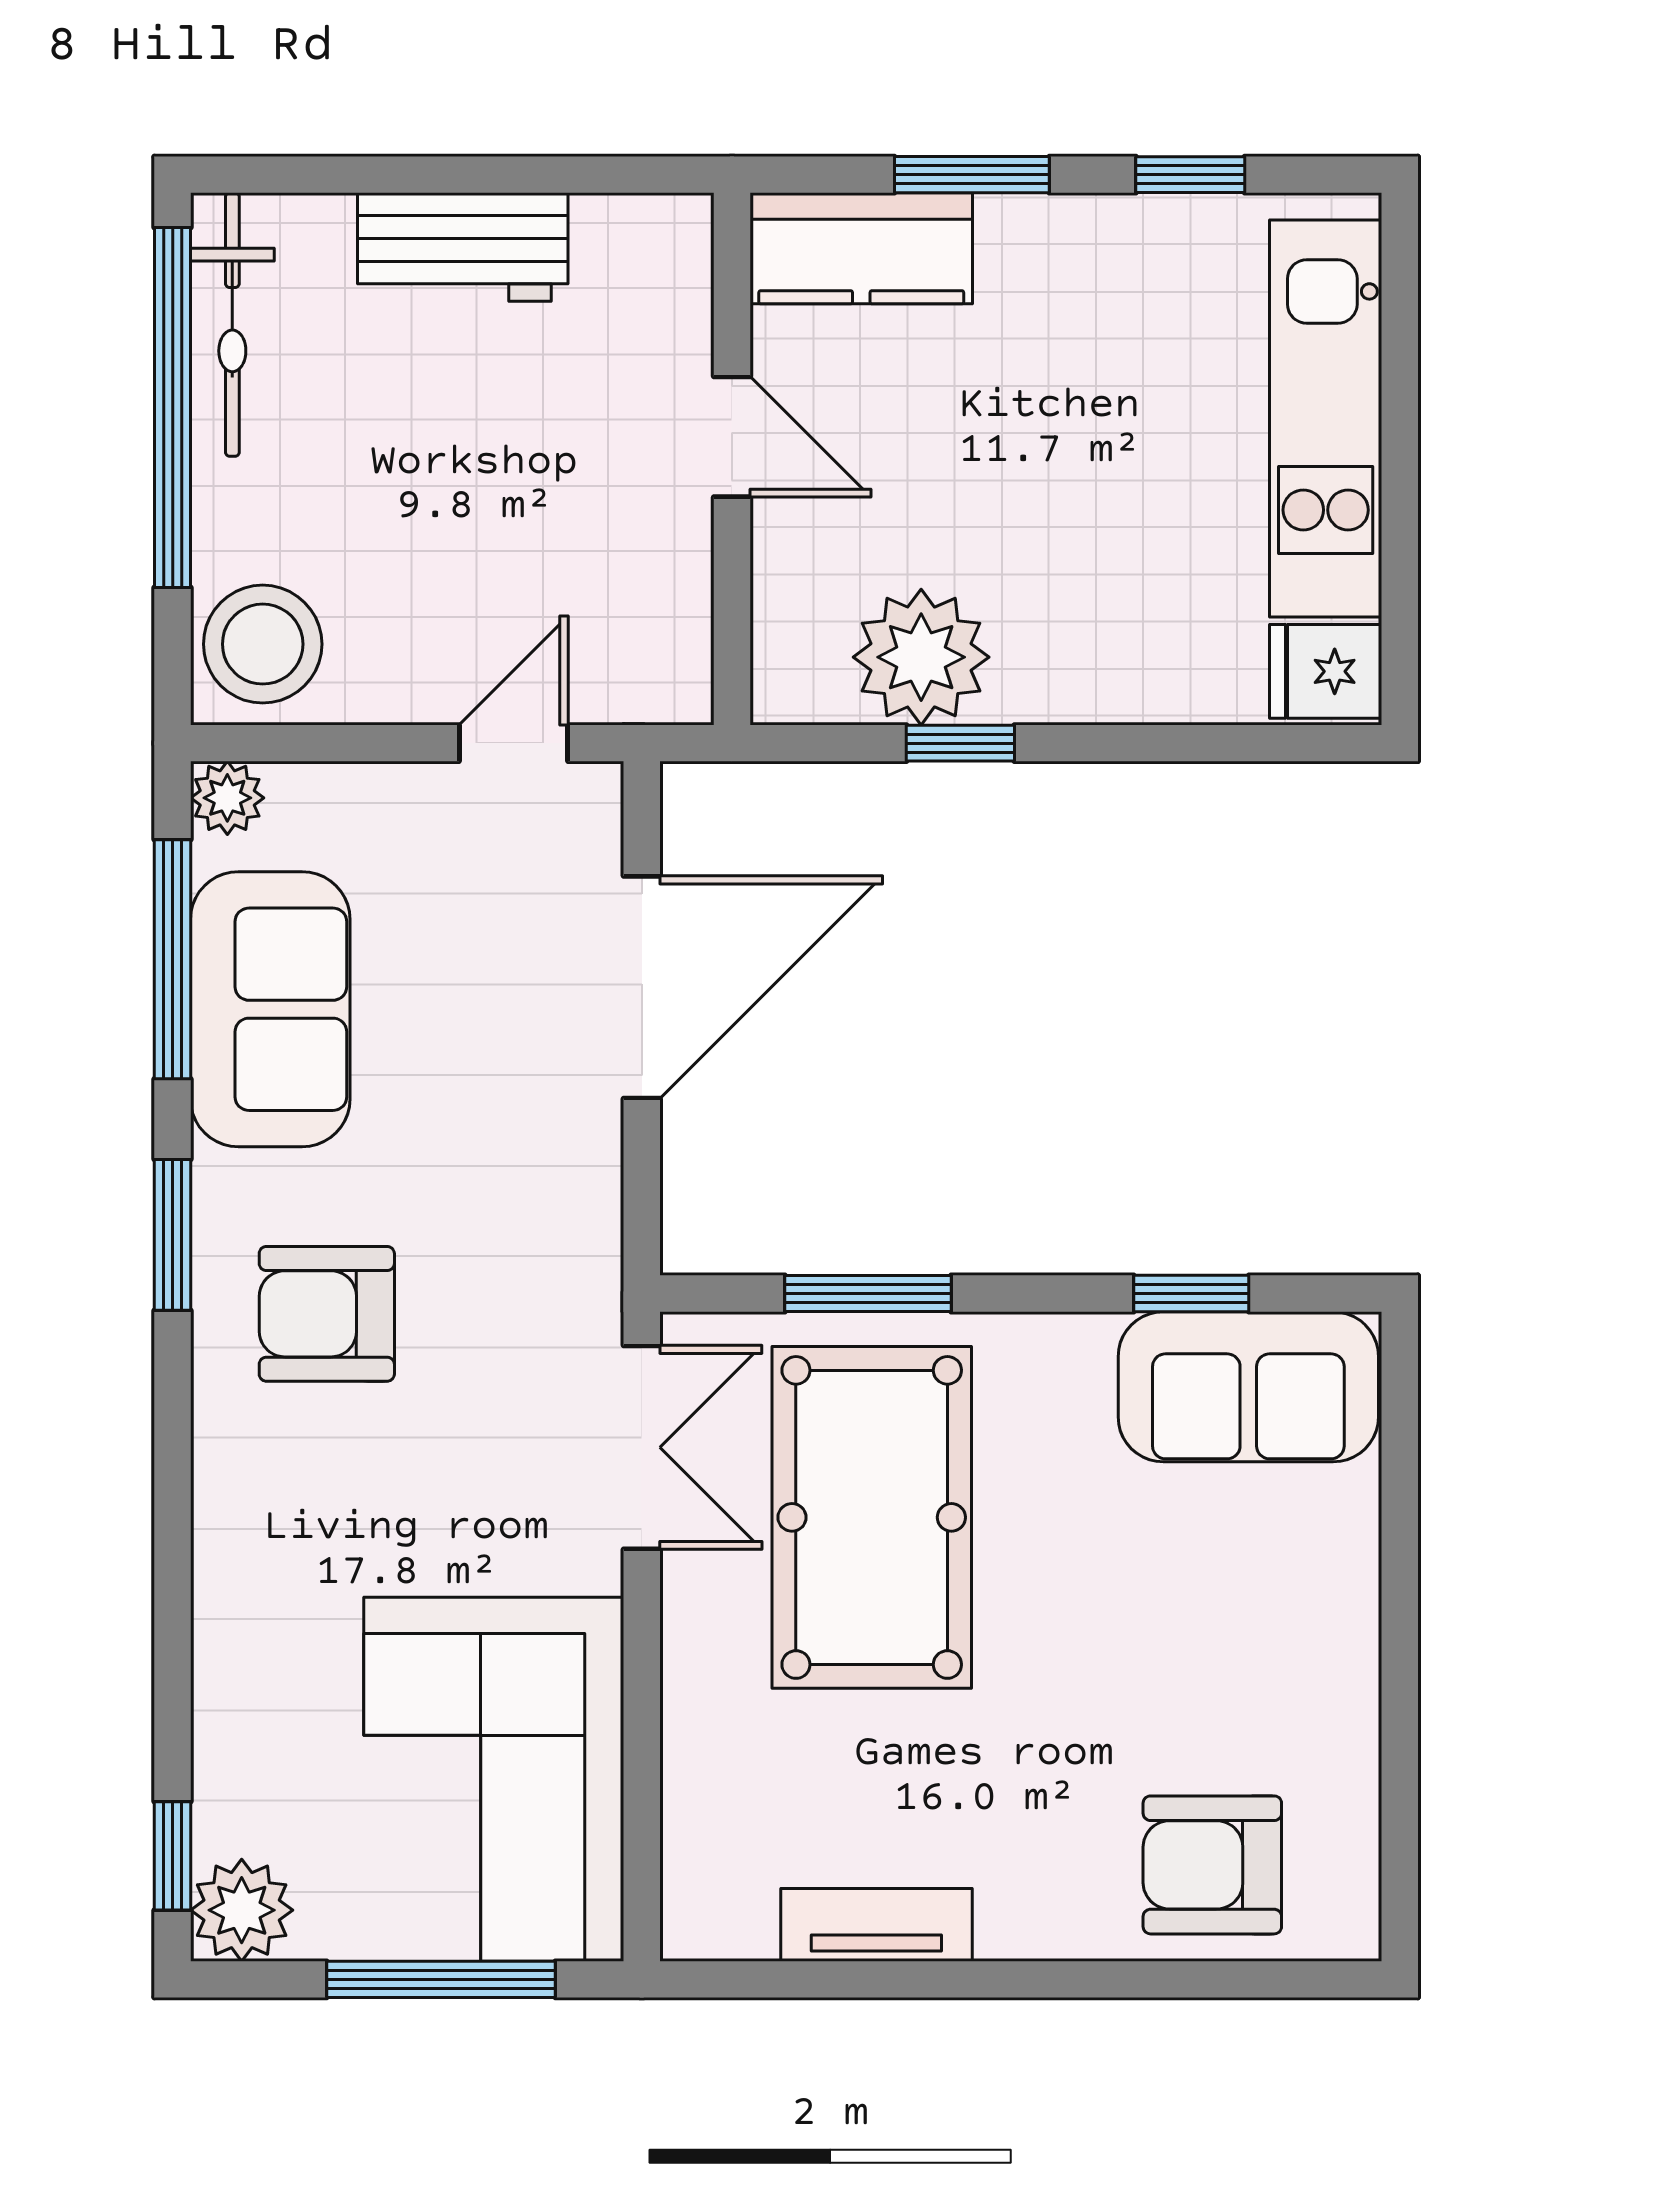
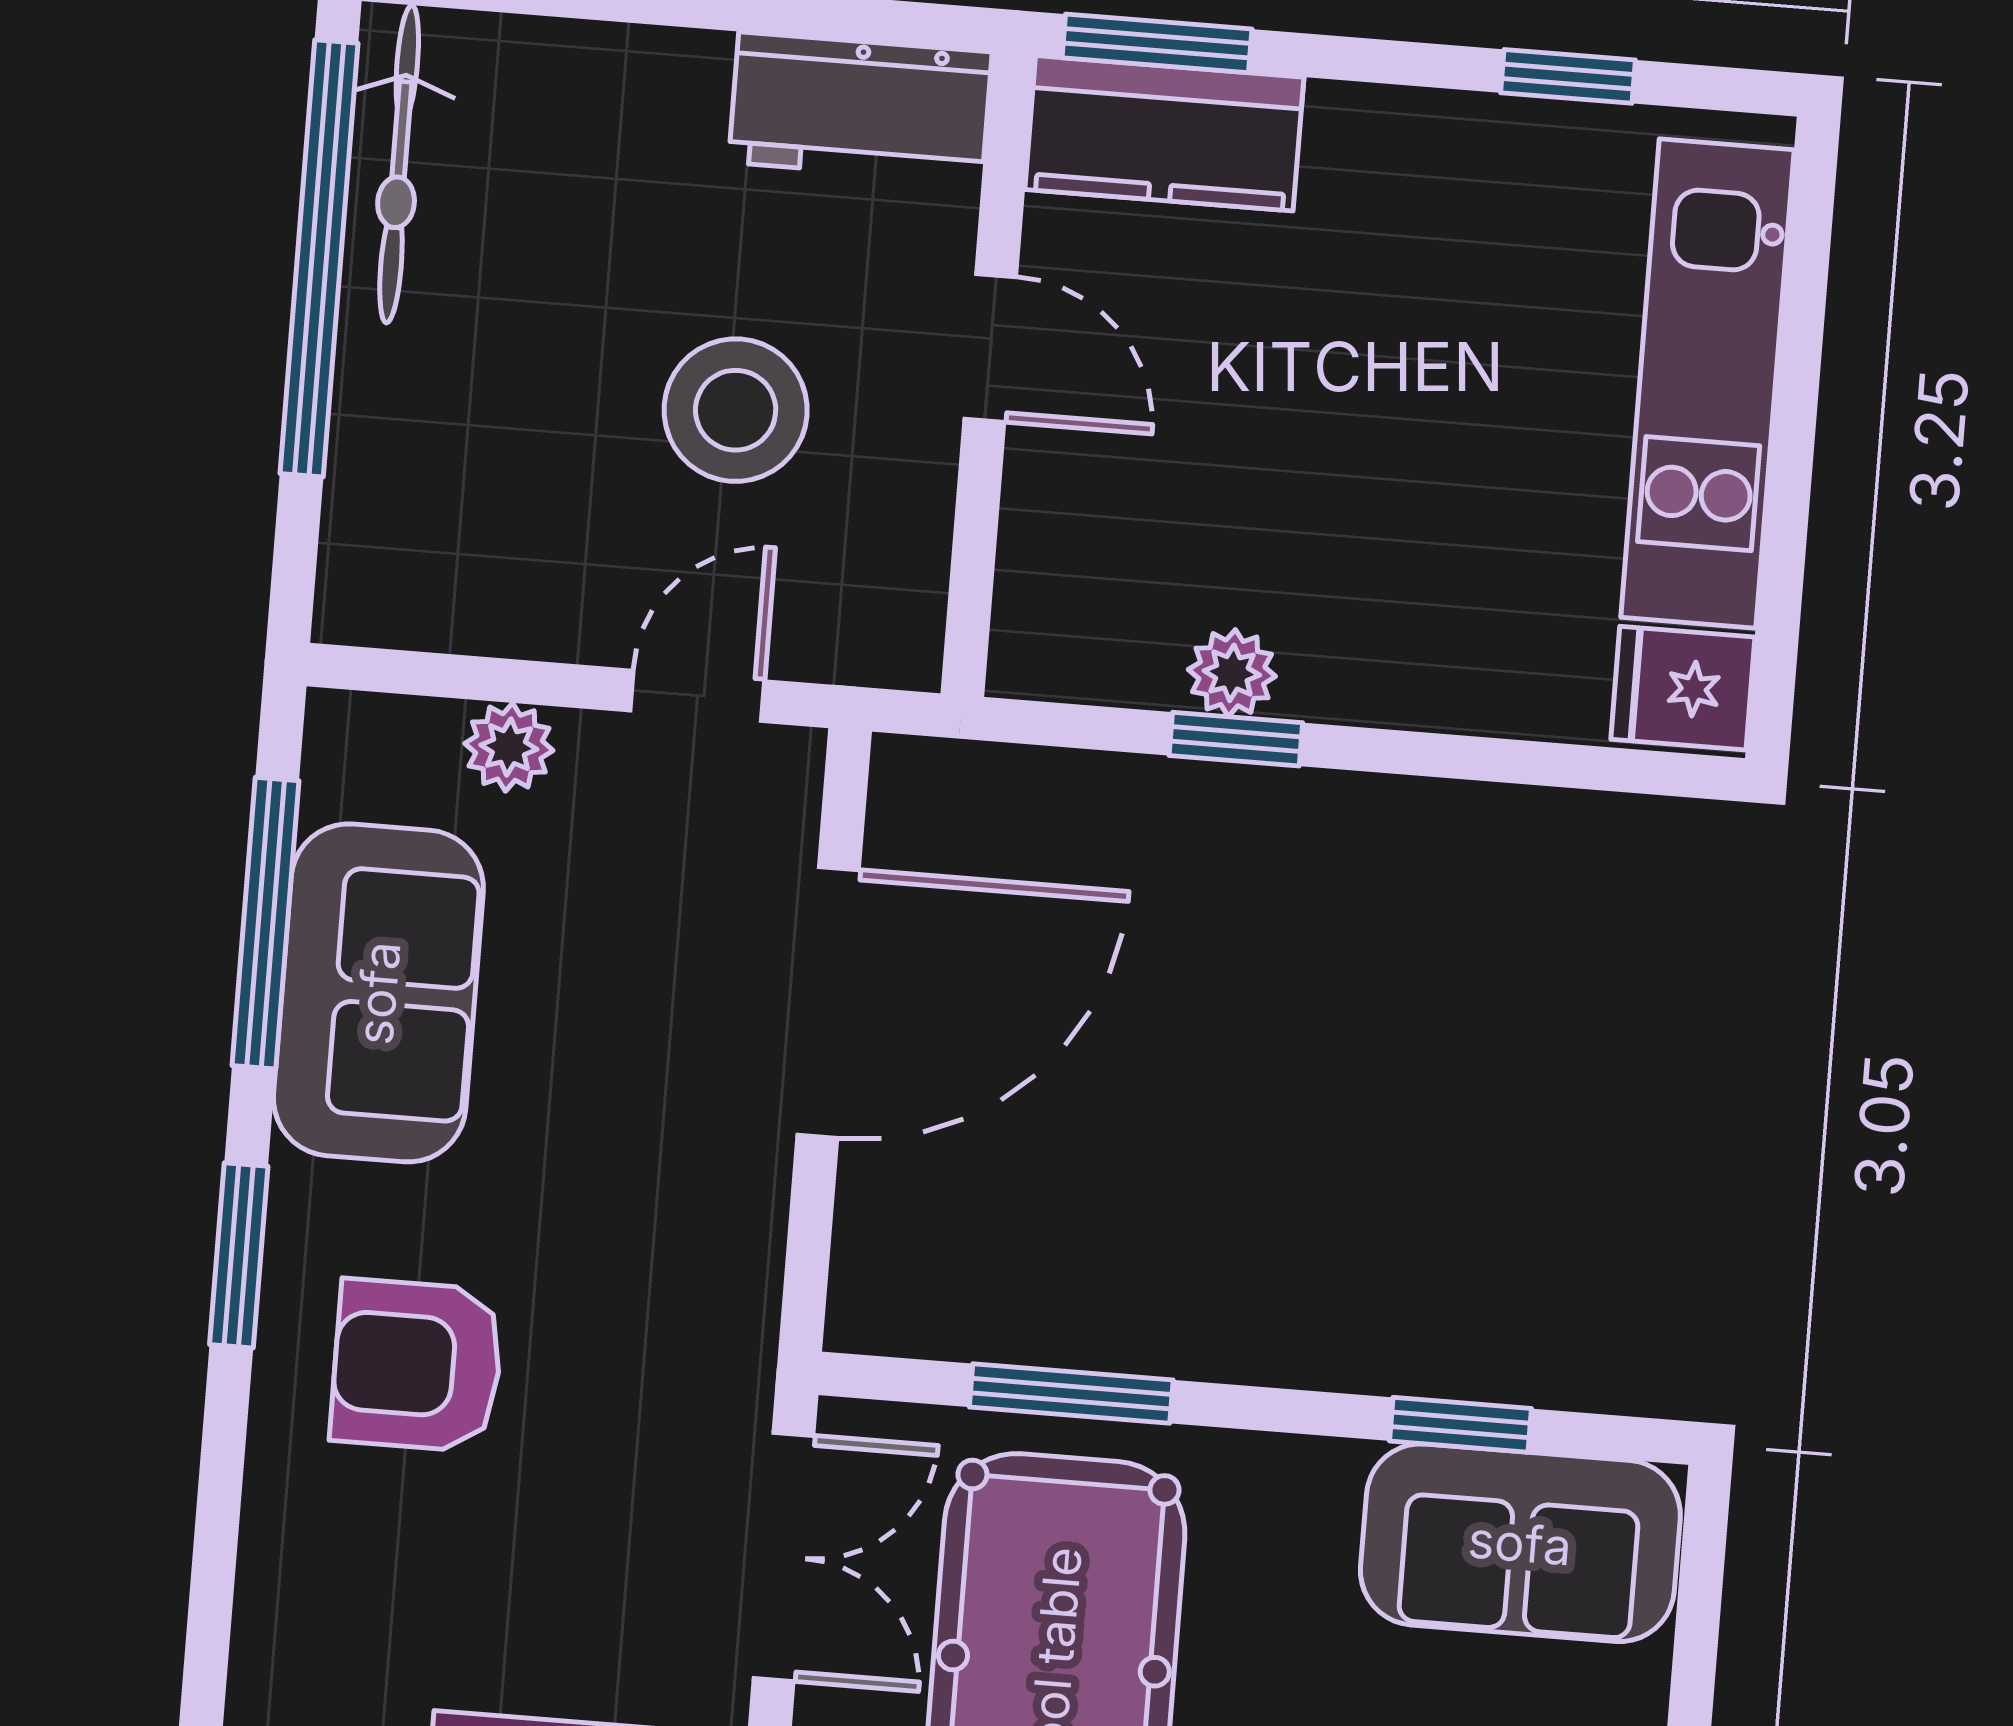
window: (972, 175) -> (1157, 43), moved
workbench: (463, 247) -> (860, 107), moved
stool: (263, 644) -> (736, 410), moved
plant: (921, 657) -> (1232, 673), width x0.53, depth x0.53
plant: (227, 798) -> (509, 747), moved

